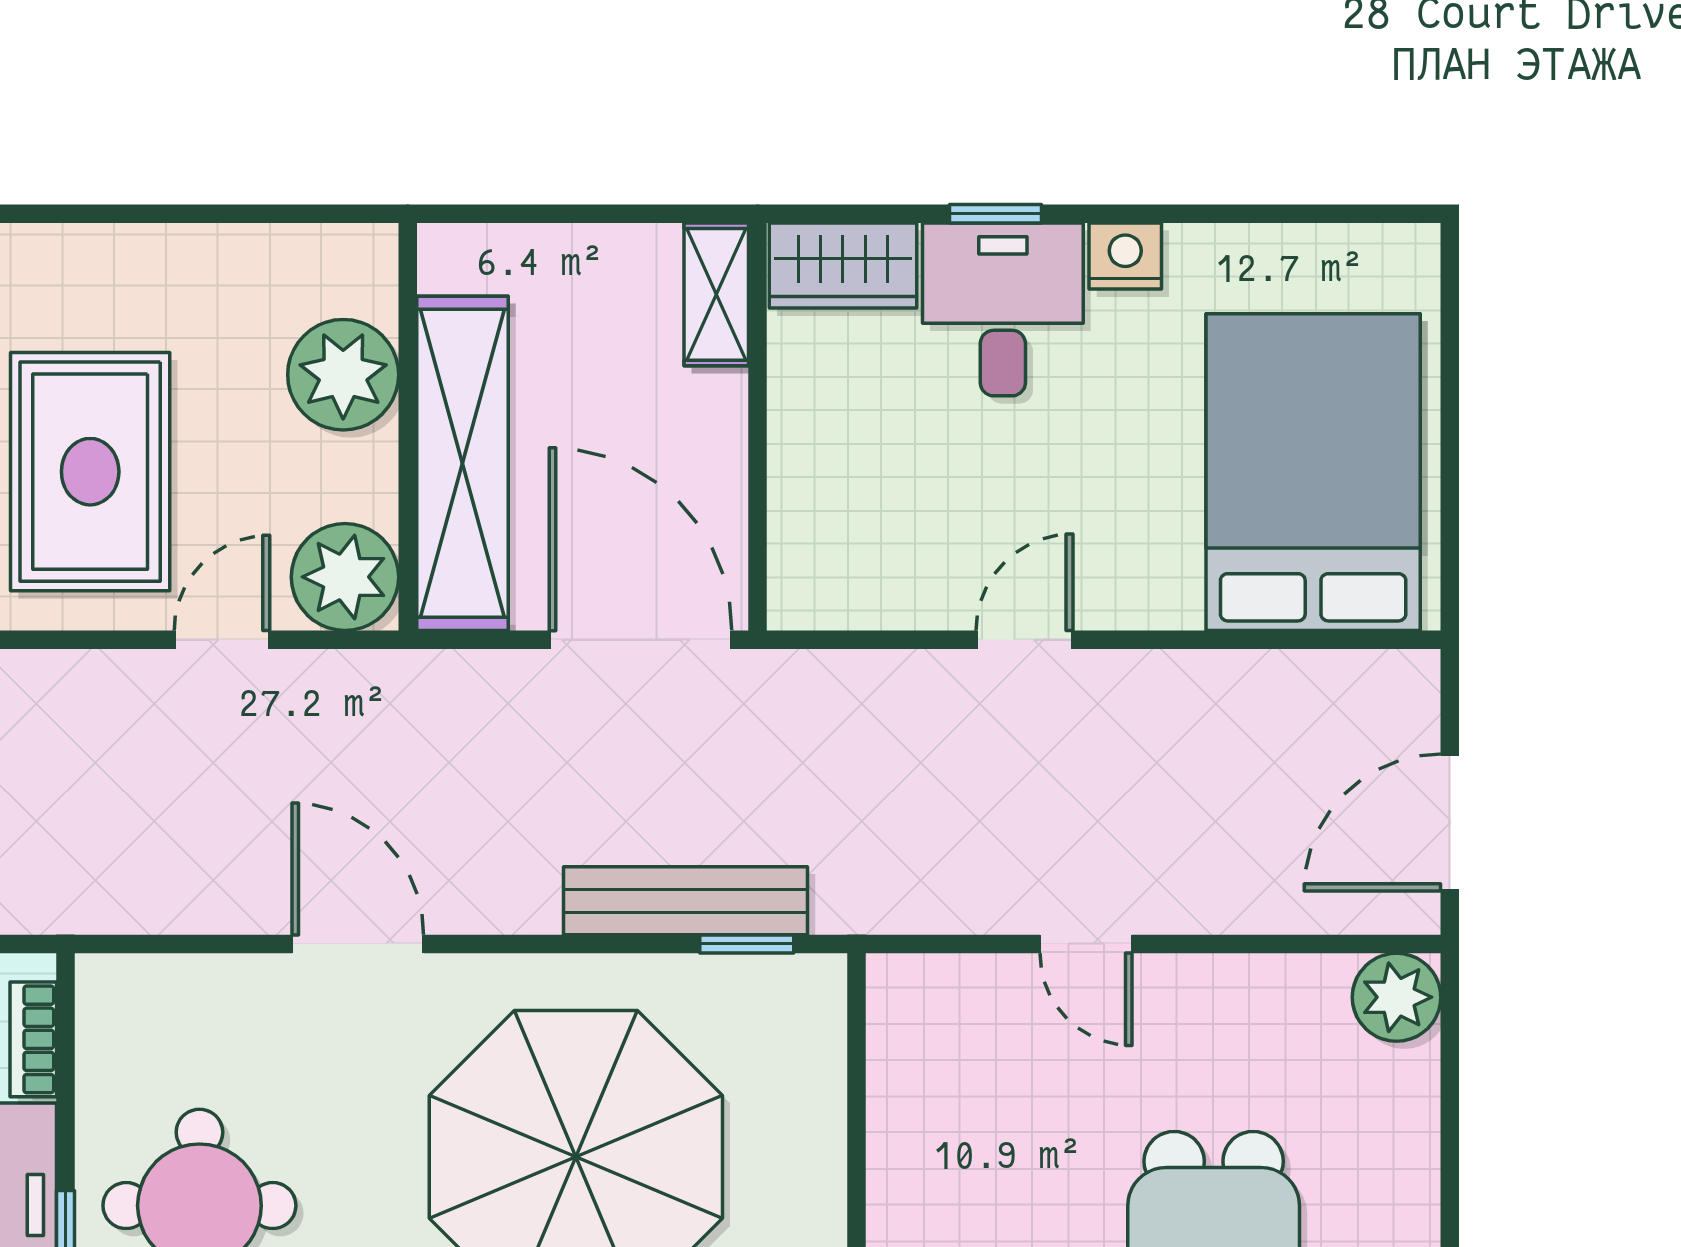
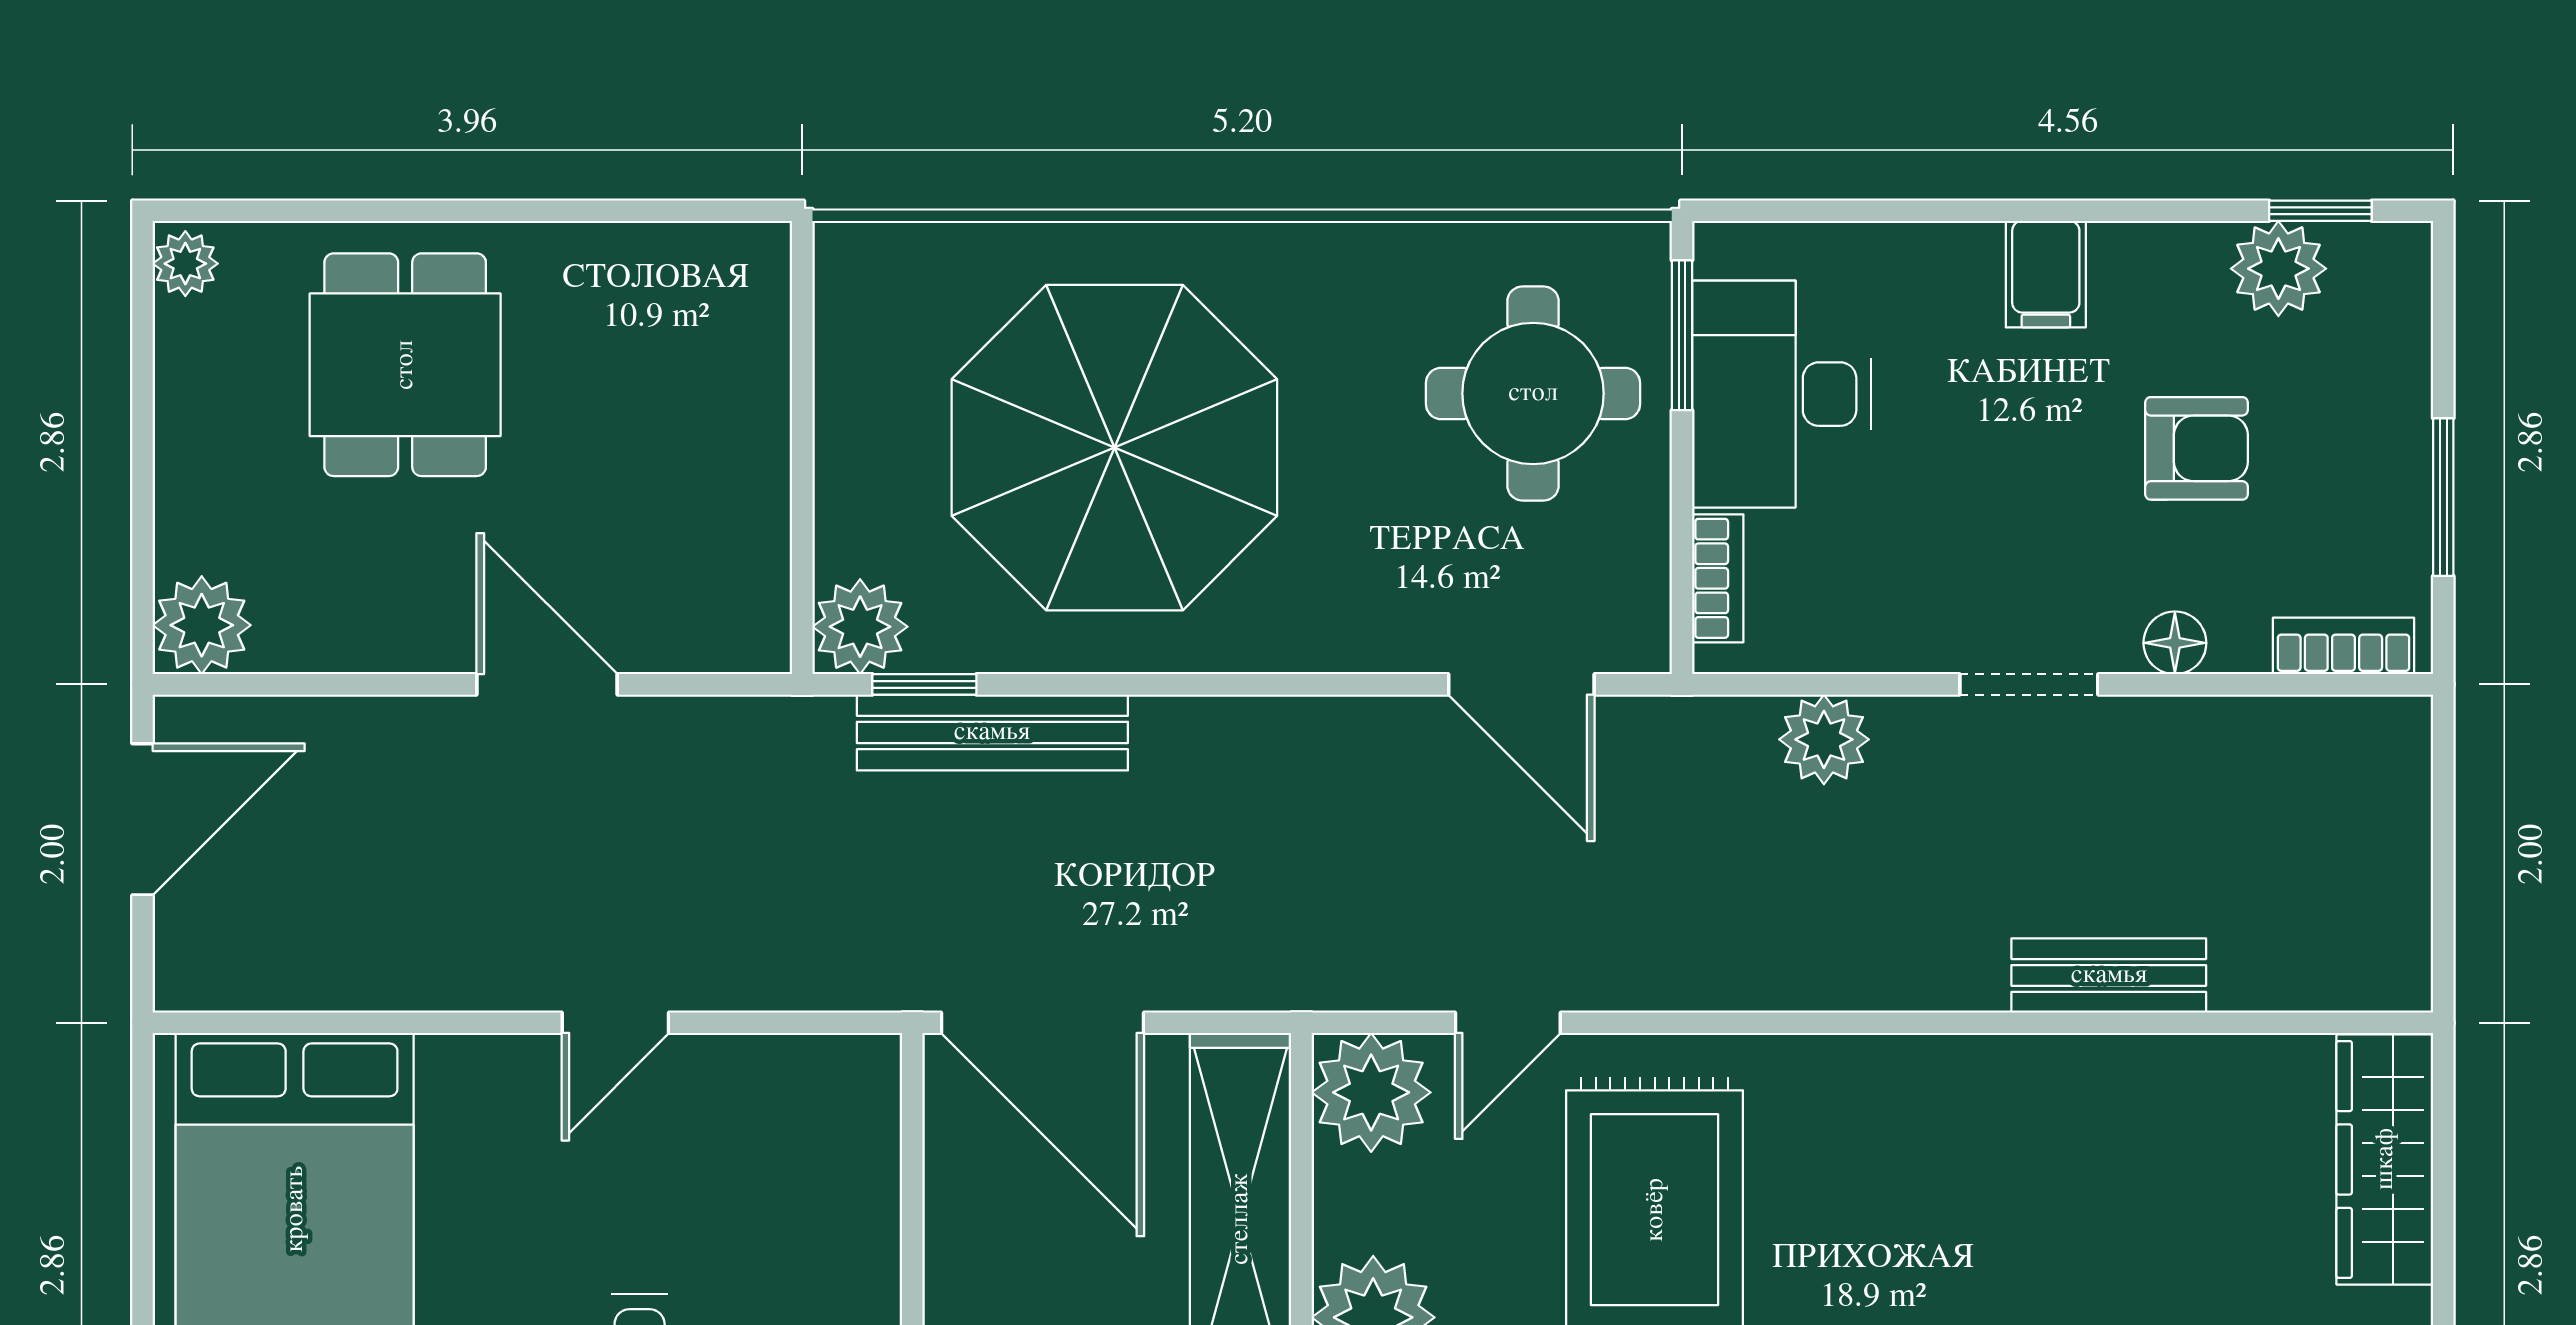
door: (358, 944) -> (1521, 684), moved
door: (1086, 944) -> (547, 684), width x1.38
plant: (805, 996) -> (860, 627), added

